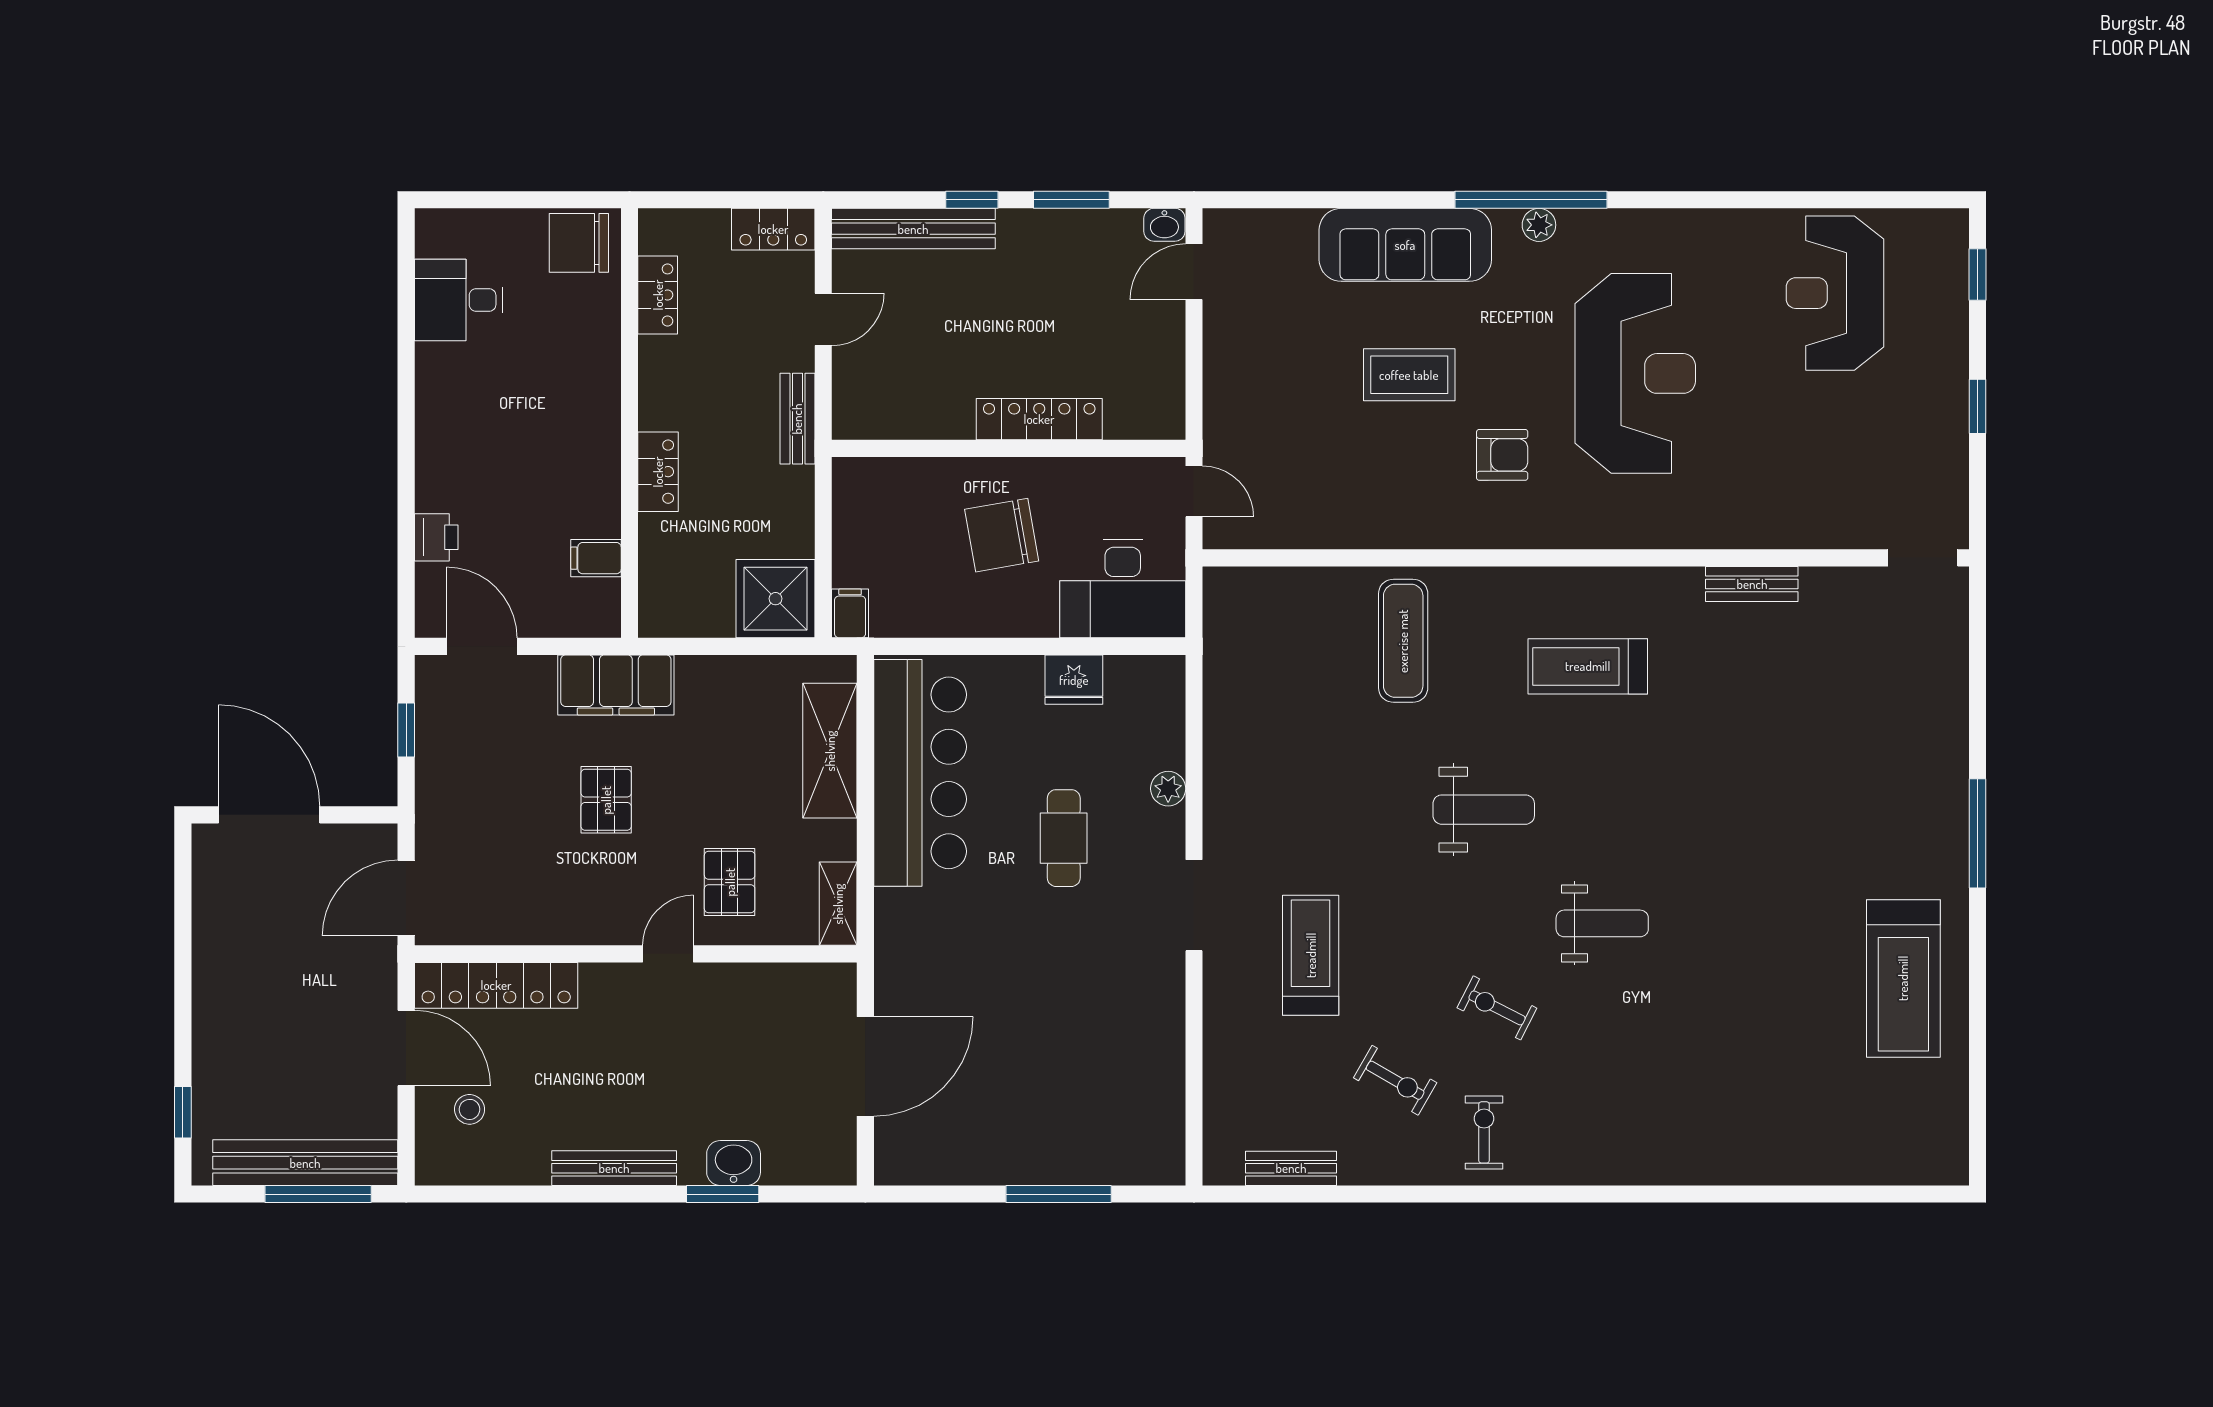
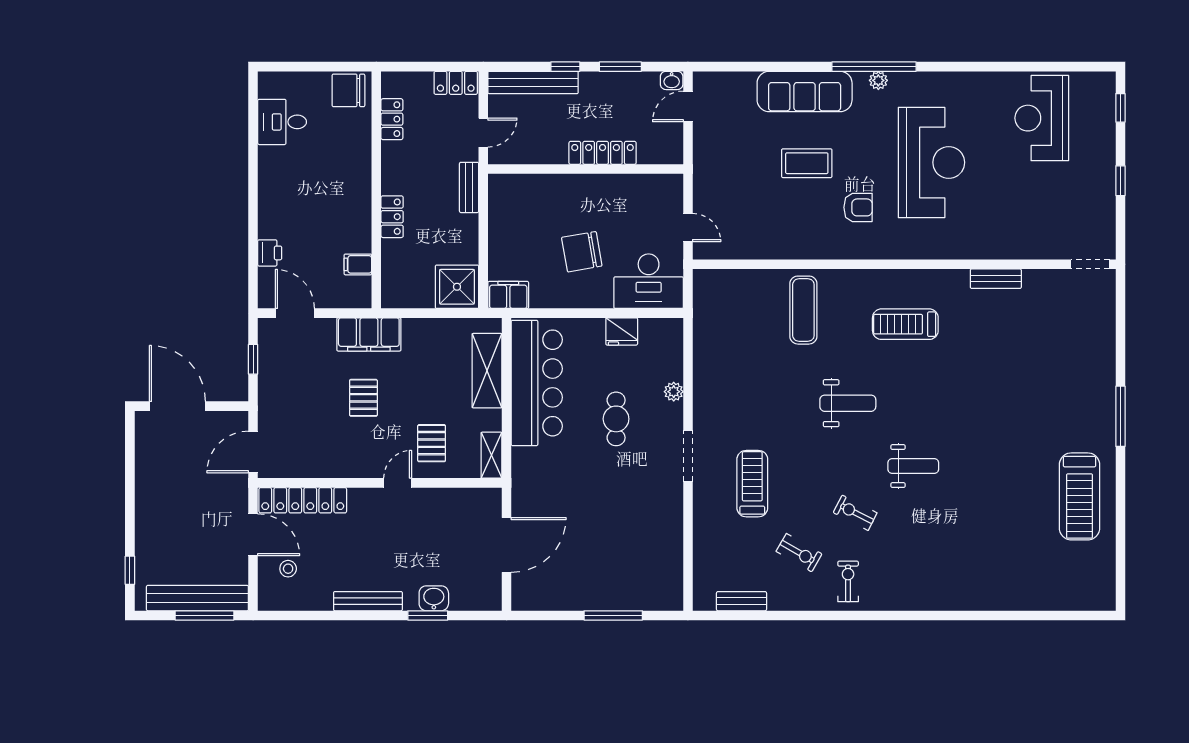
locker: (1039, 419) -> (603, 153), moved
wall: (1009, 448) -> (586, 169), moved
filing cabinet: (850, 613) -> (508, 295), width x2.00

